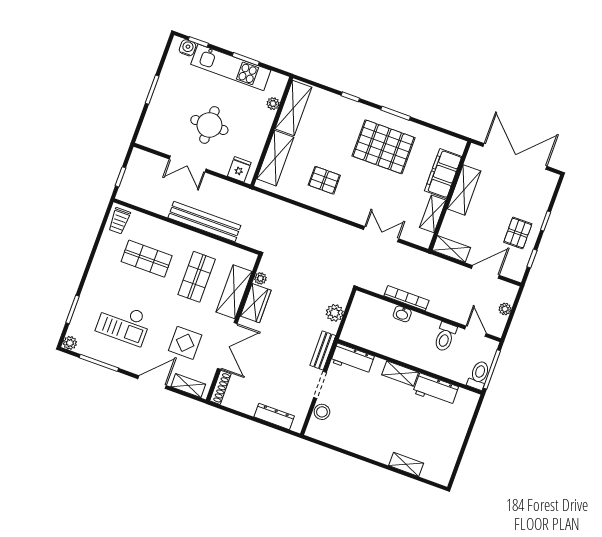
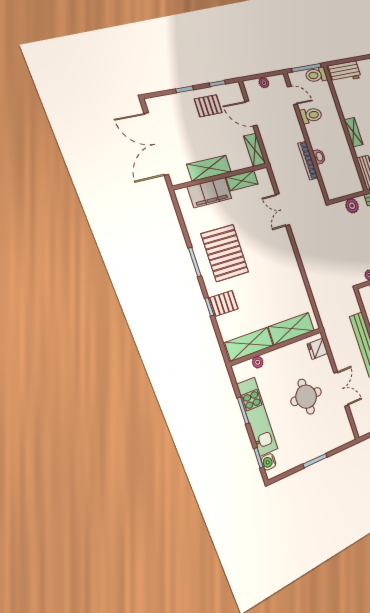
pallet: (324, 180) -> (224, 303), moved, turned 90
door: (475, 331) -> (292, 95), swing flipped
workbench: (436, 390) -> (345, 72), moved, turned 90

